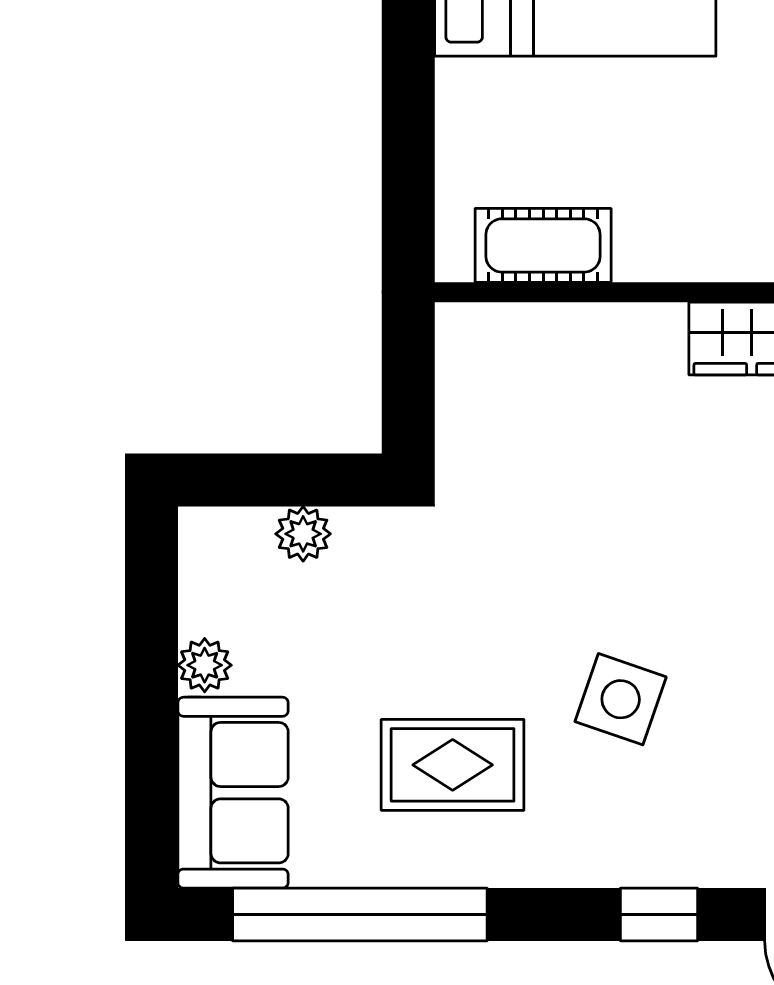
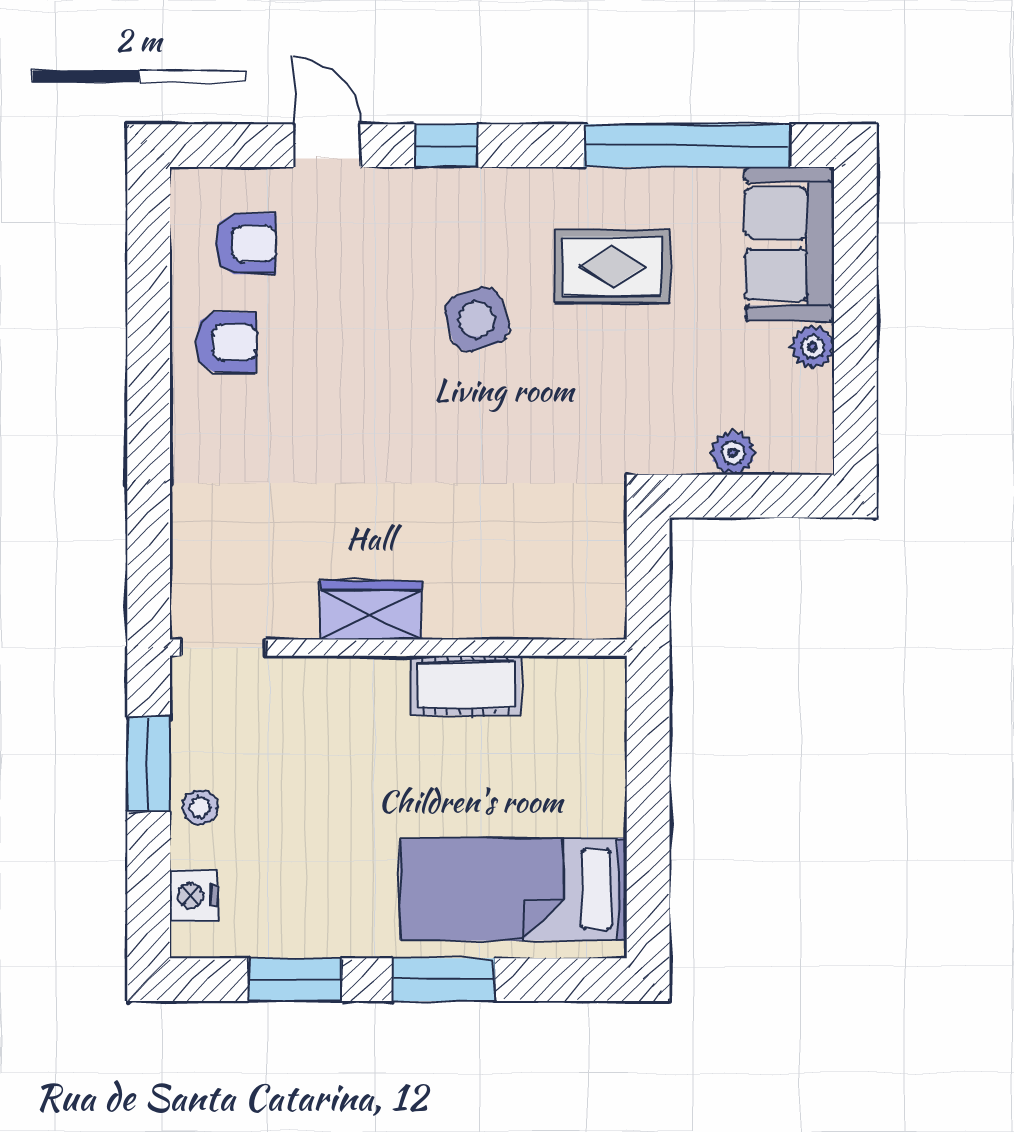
cot: (543, 245) -> (466, 685), moved
side table: (621, 699) -> (477, 319), turned -36

